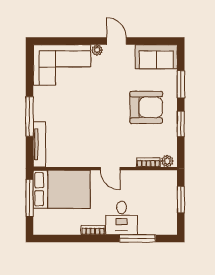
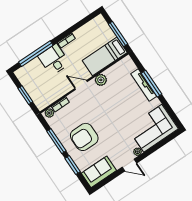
window: (181, 124) -> (56, 141), width x1.44
tv unit: (39, 144) -> (144, 85), moved
plant: (84, 159) -> (101, 80), added
bed: (62, 189) -> (105, 56), width x0.67
window: (137, 238) -> (36, 54), width x1.46

